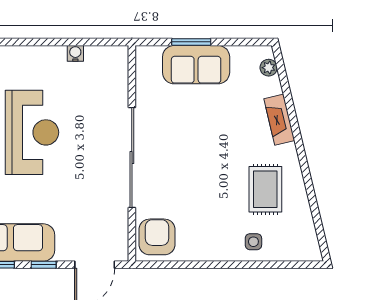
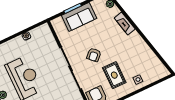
armchair: (190, 153) -> (94, 55), added
rug: (265, 189) -> (114, 75), moved

